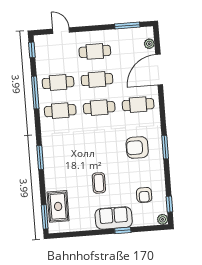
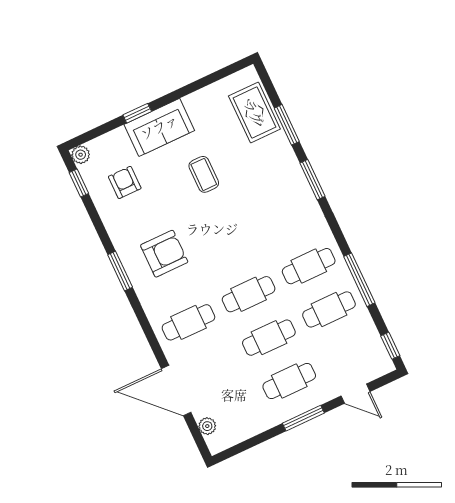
window: (127, 26) -> (303, 418), moved
door: (159, 70) -> (176, 391), swing flipped
window: (45, 217) -> (287, 125), moved

